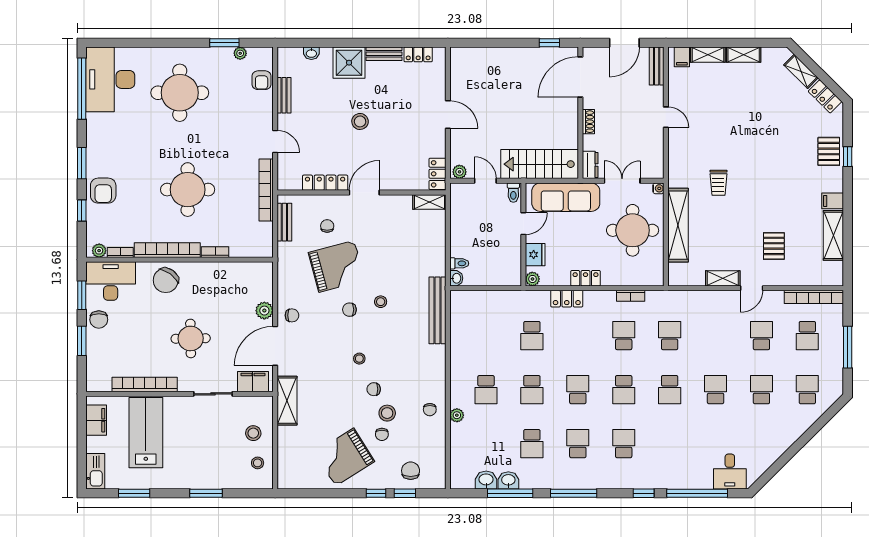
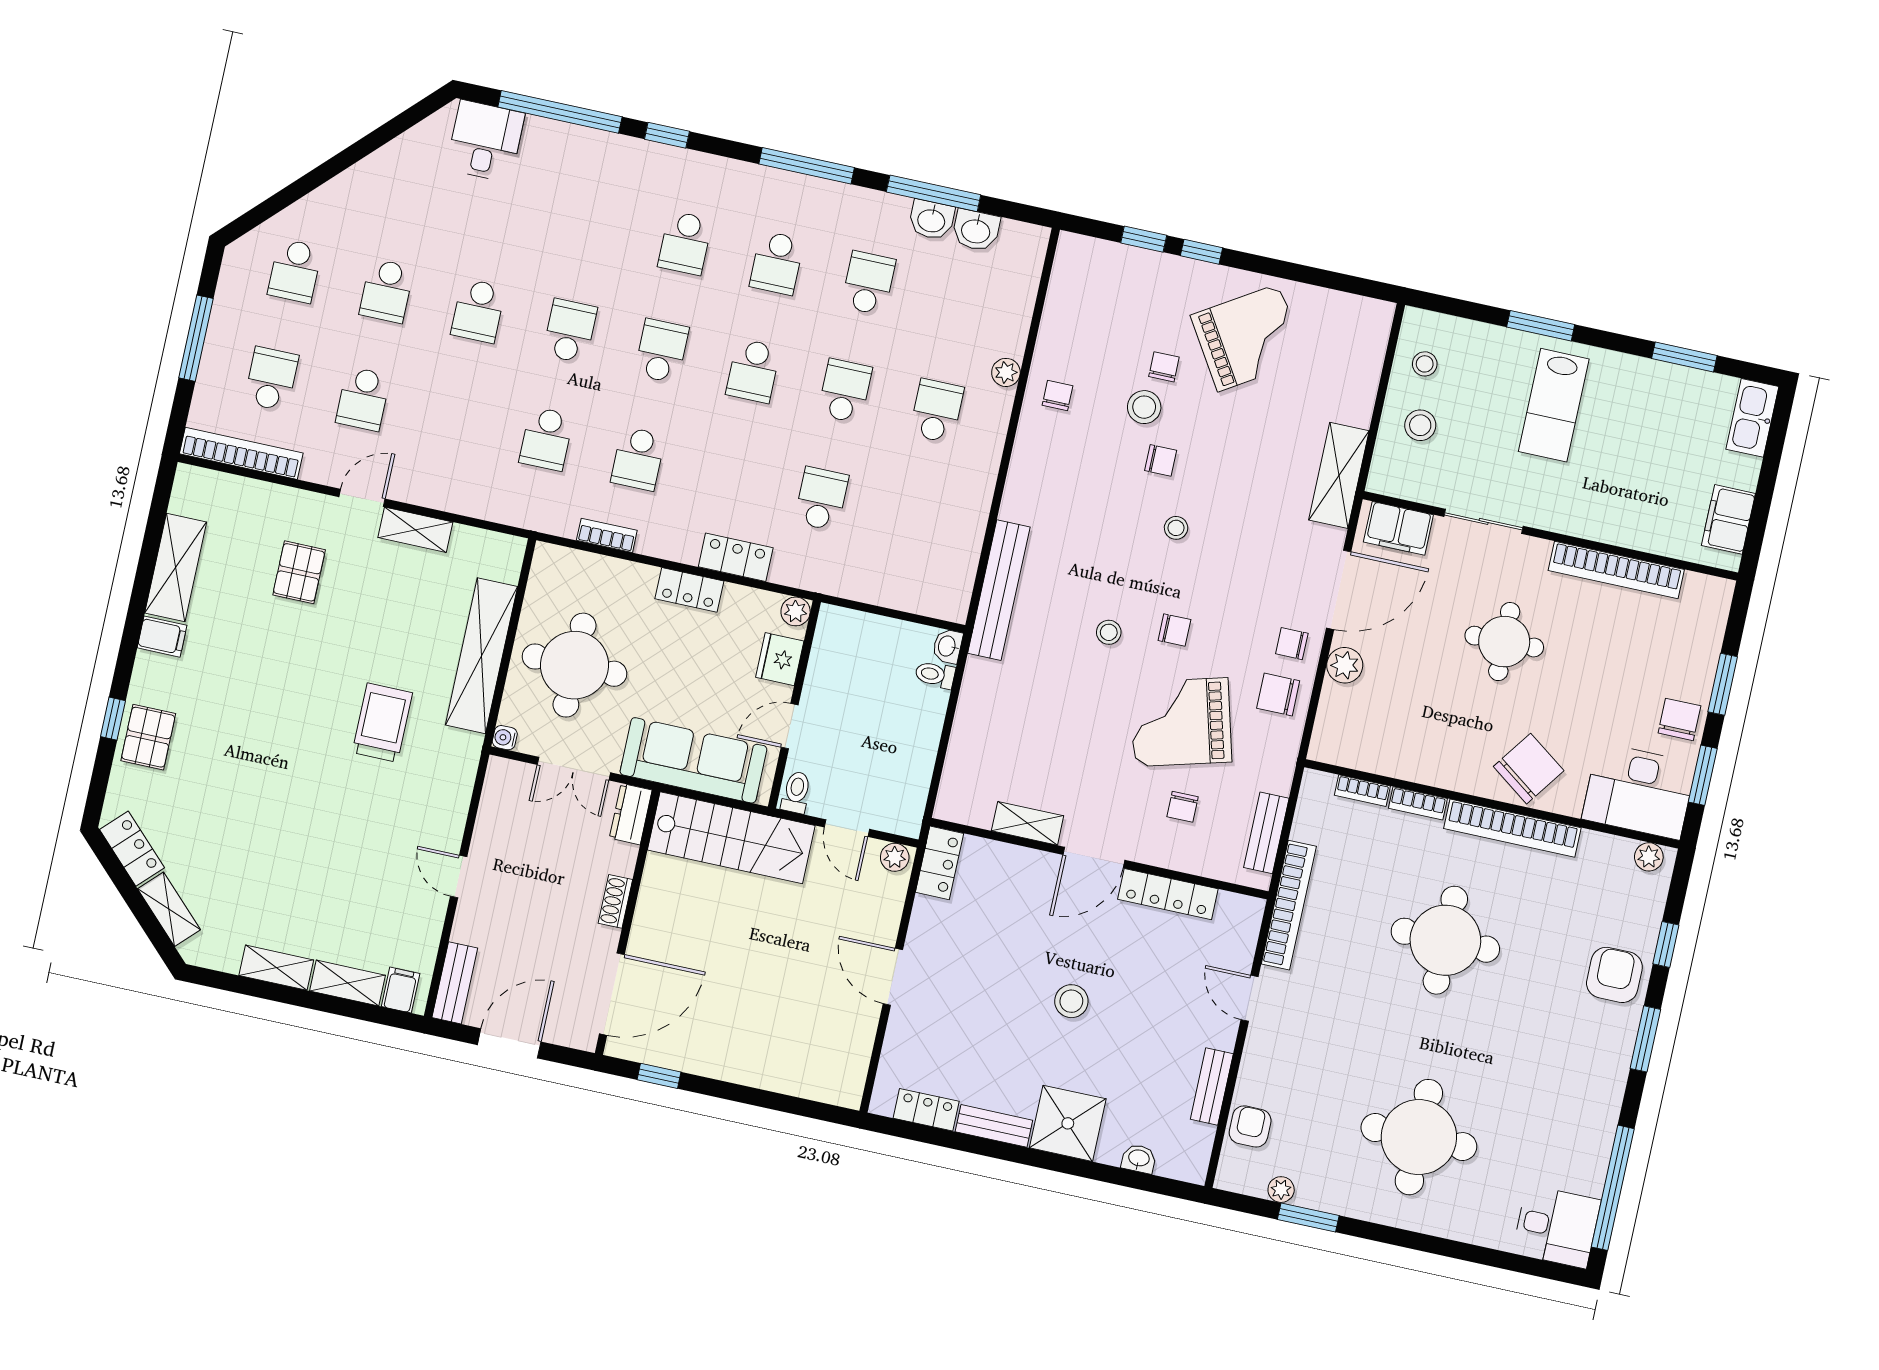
desk: (110, 79) -> (1556, 1227), width x0.53, depth x0.77
trolley: (718, 183) -> (382, 723), width x1.36, depth x1.39
shelving: (429, 202) -> (1028, 823), moved
bookcase: (120, 252) -> (1362, 791), moved
lab bench: (146, 433) -> (1554, 405), moved, width x0.73, depth x0.72
chair: (411, 471) -> (1278, 694), moved, turned 90

